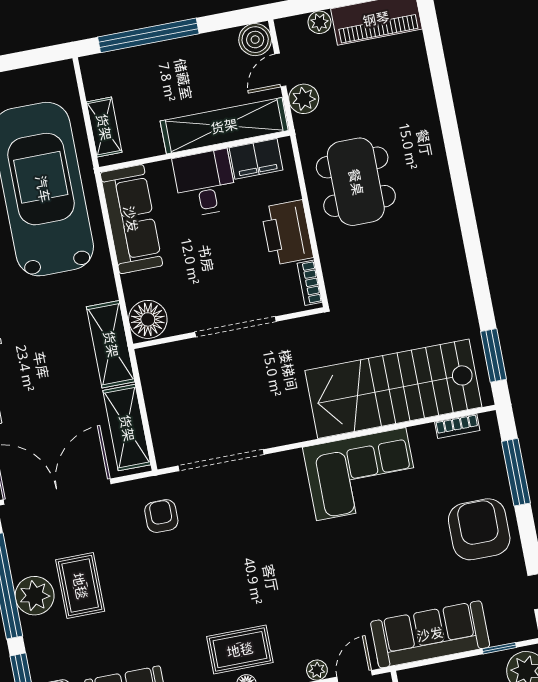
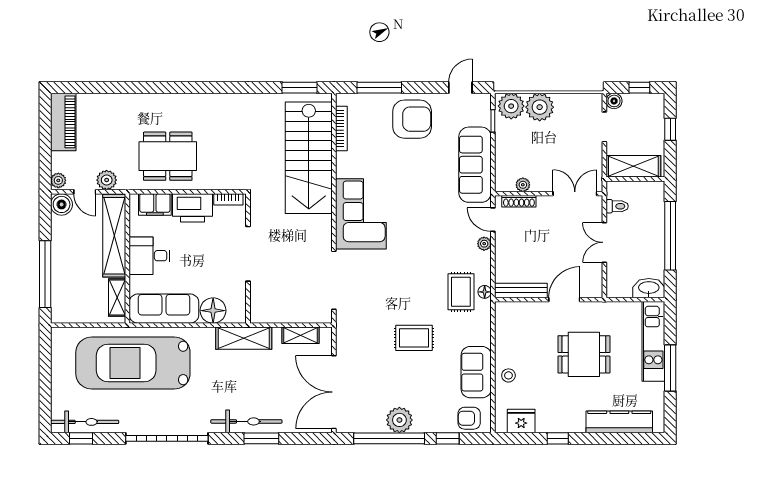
plant: (319, 22) -> (58, 180), moved
shelving: (104, 127) -> (117, 298), moved, turned 90
filing cabinet: (256, 159) -> (155, 204), moved, turned 90
floor lamp: (148, 319) -> (213, 311), moved
bookcase: (457, 426) -> (341, 129), width x1.56
shelving: (127, 428) -> (301, 335), width x0.67, depth x0.75
corner sofa: (361, 474) -> (361, 214), moved
armchair: (161, 516) -> (363, 327), removed
armchair: (479, 529) -> (412, 119), turned 180
rug: (80, 586) -> (414, 338), moved

